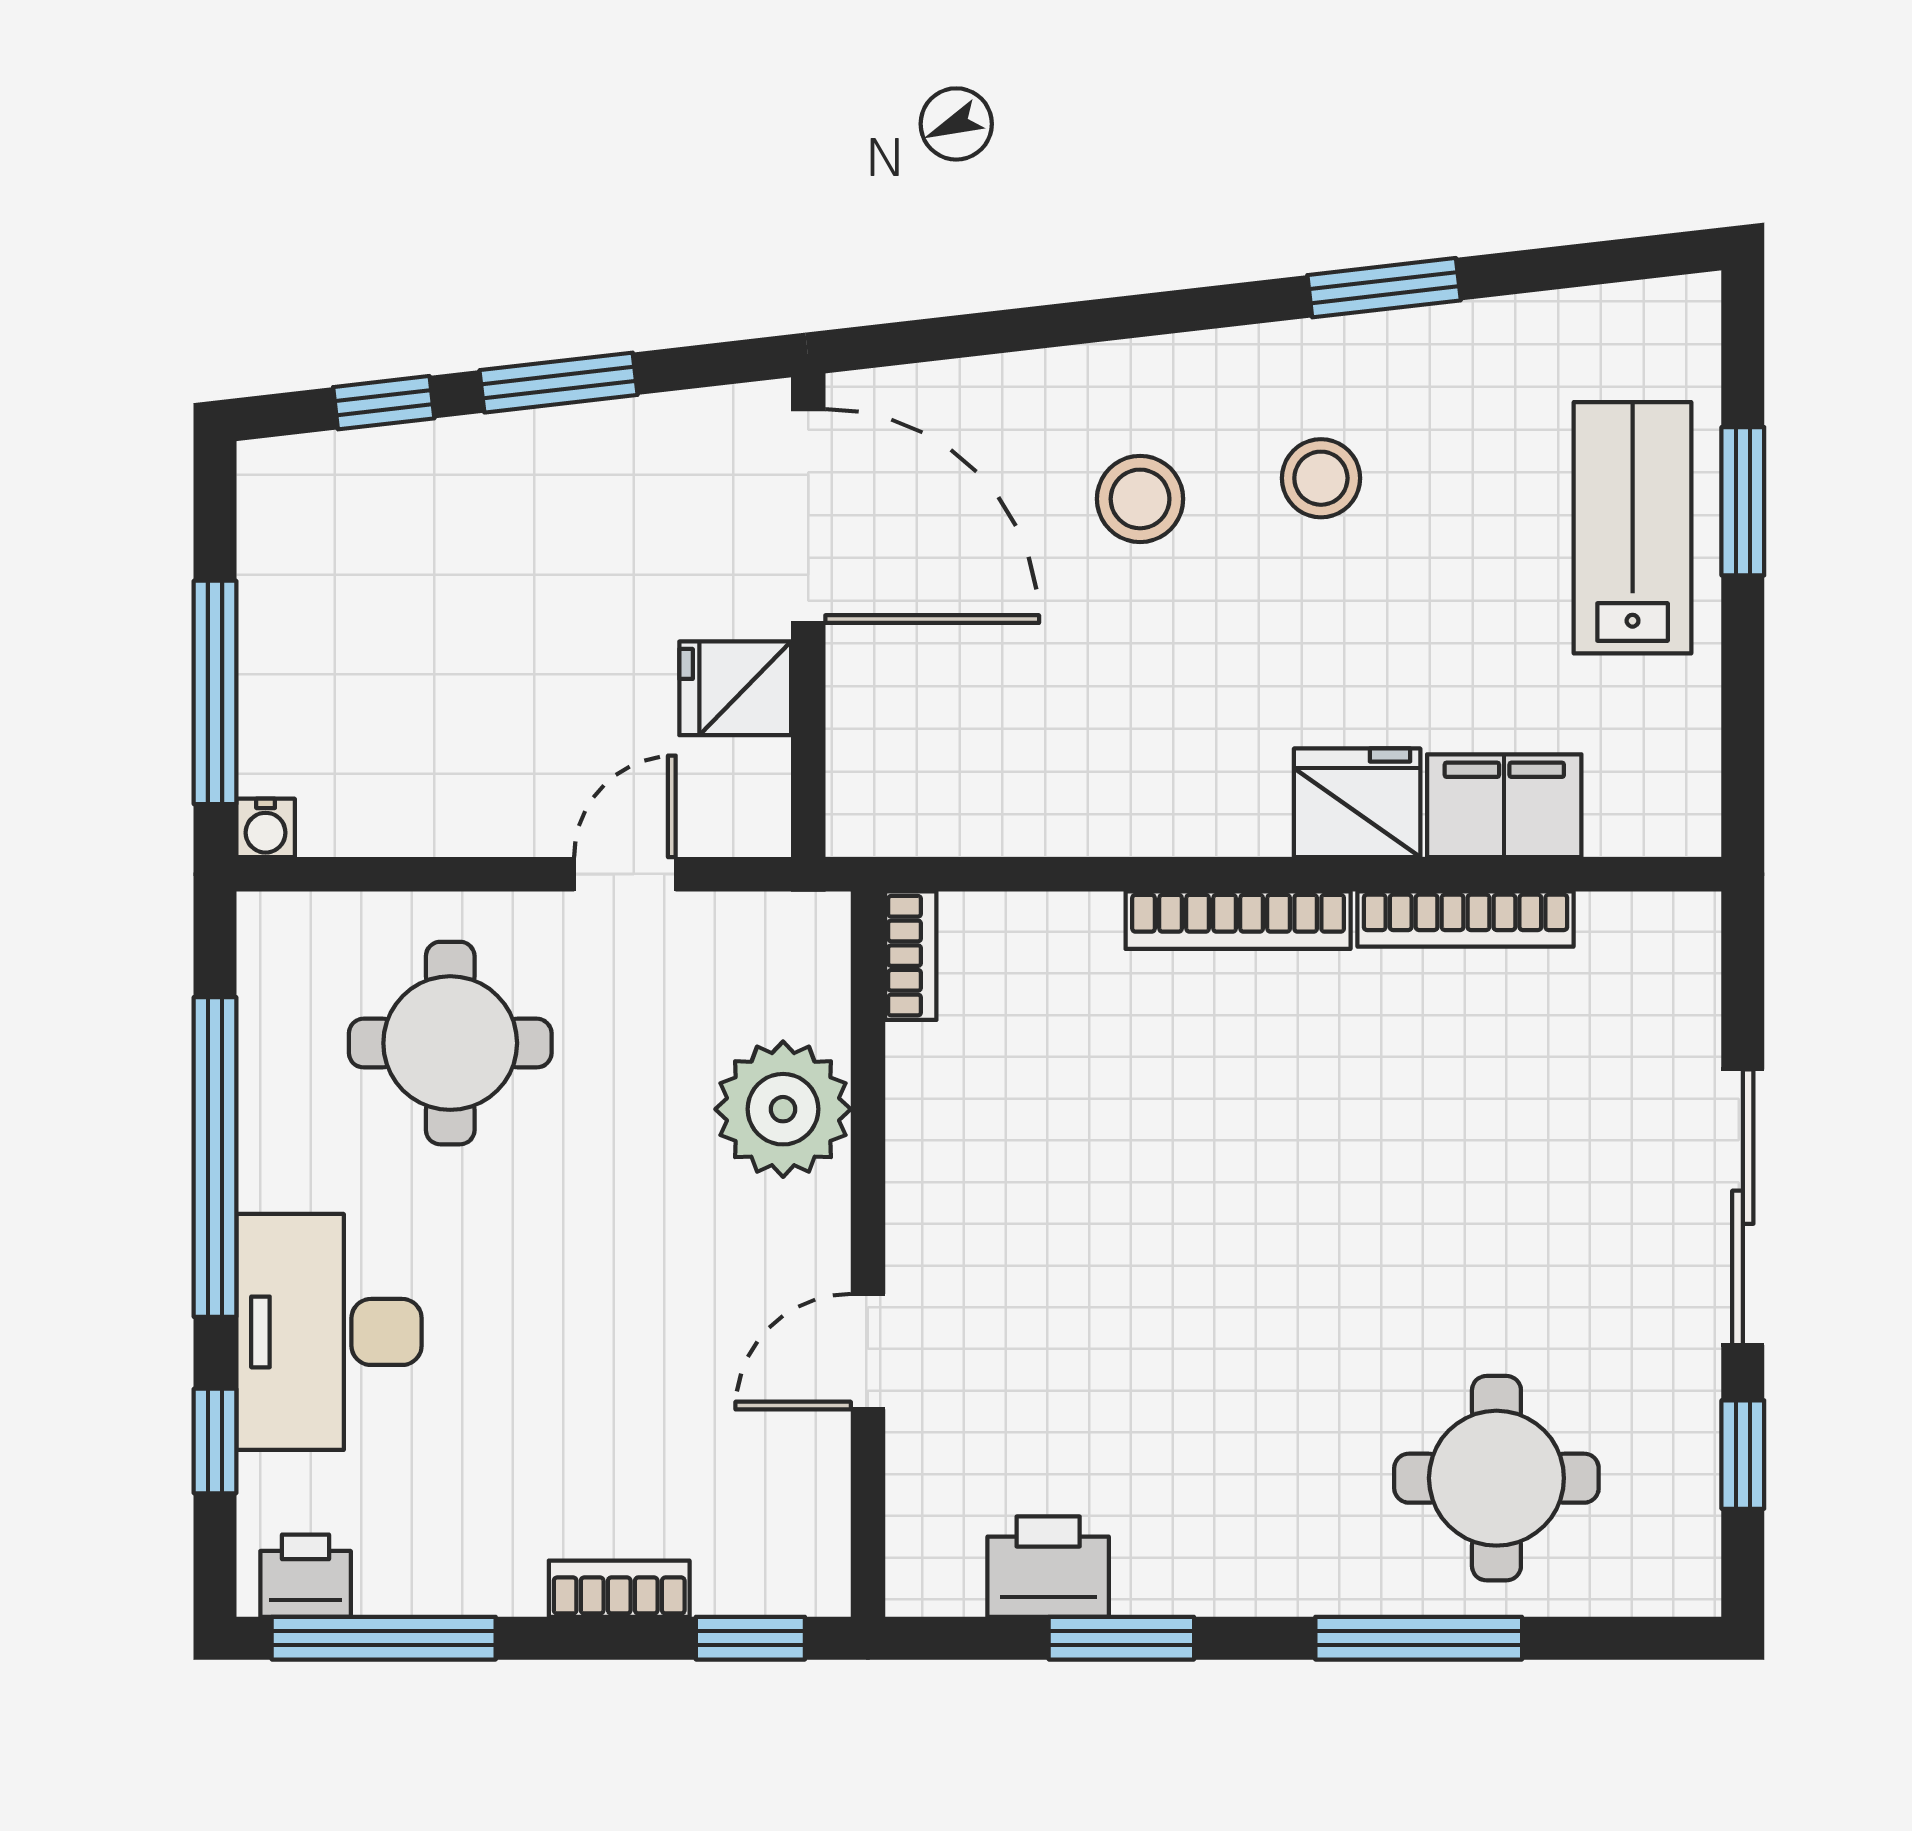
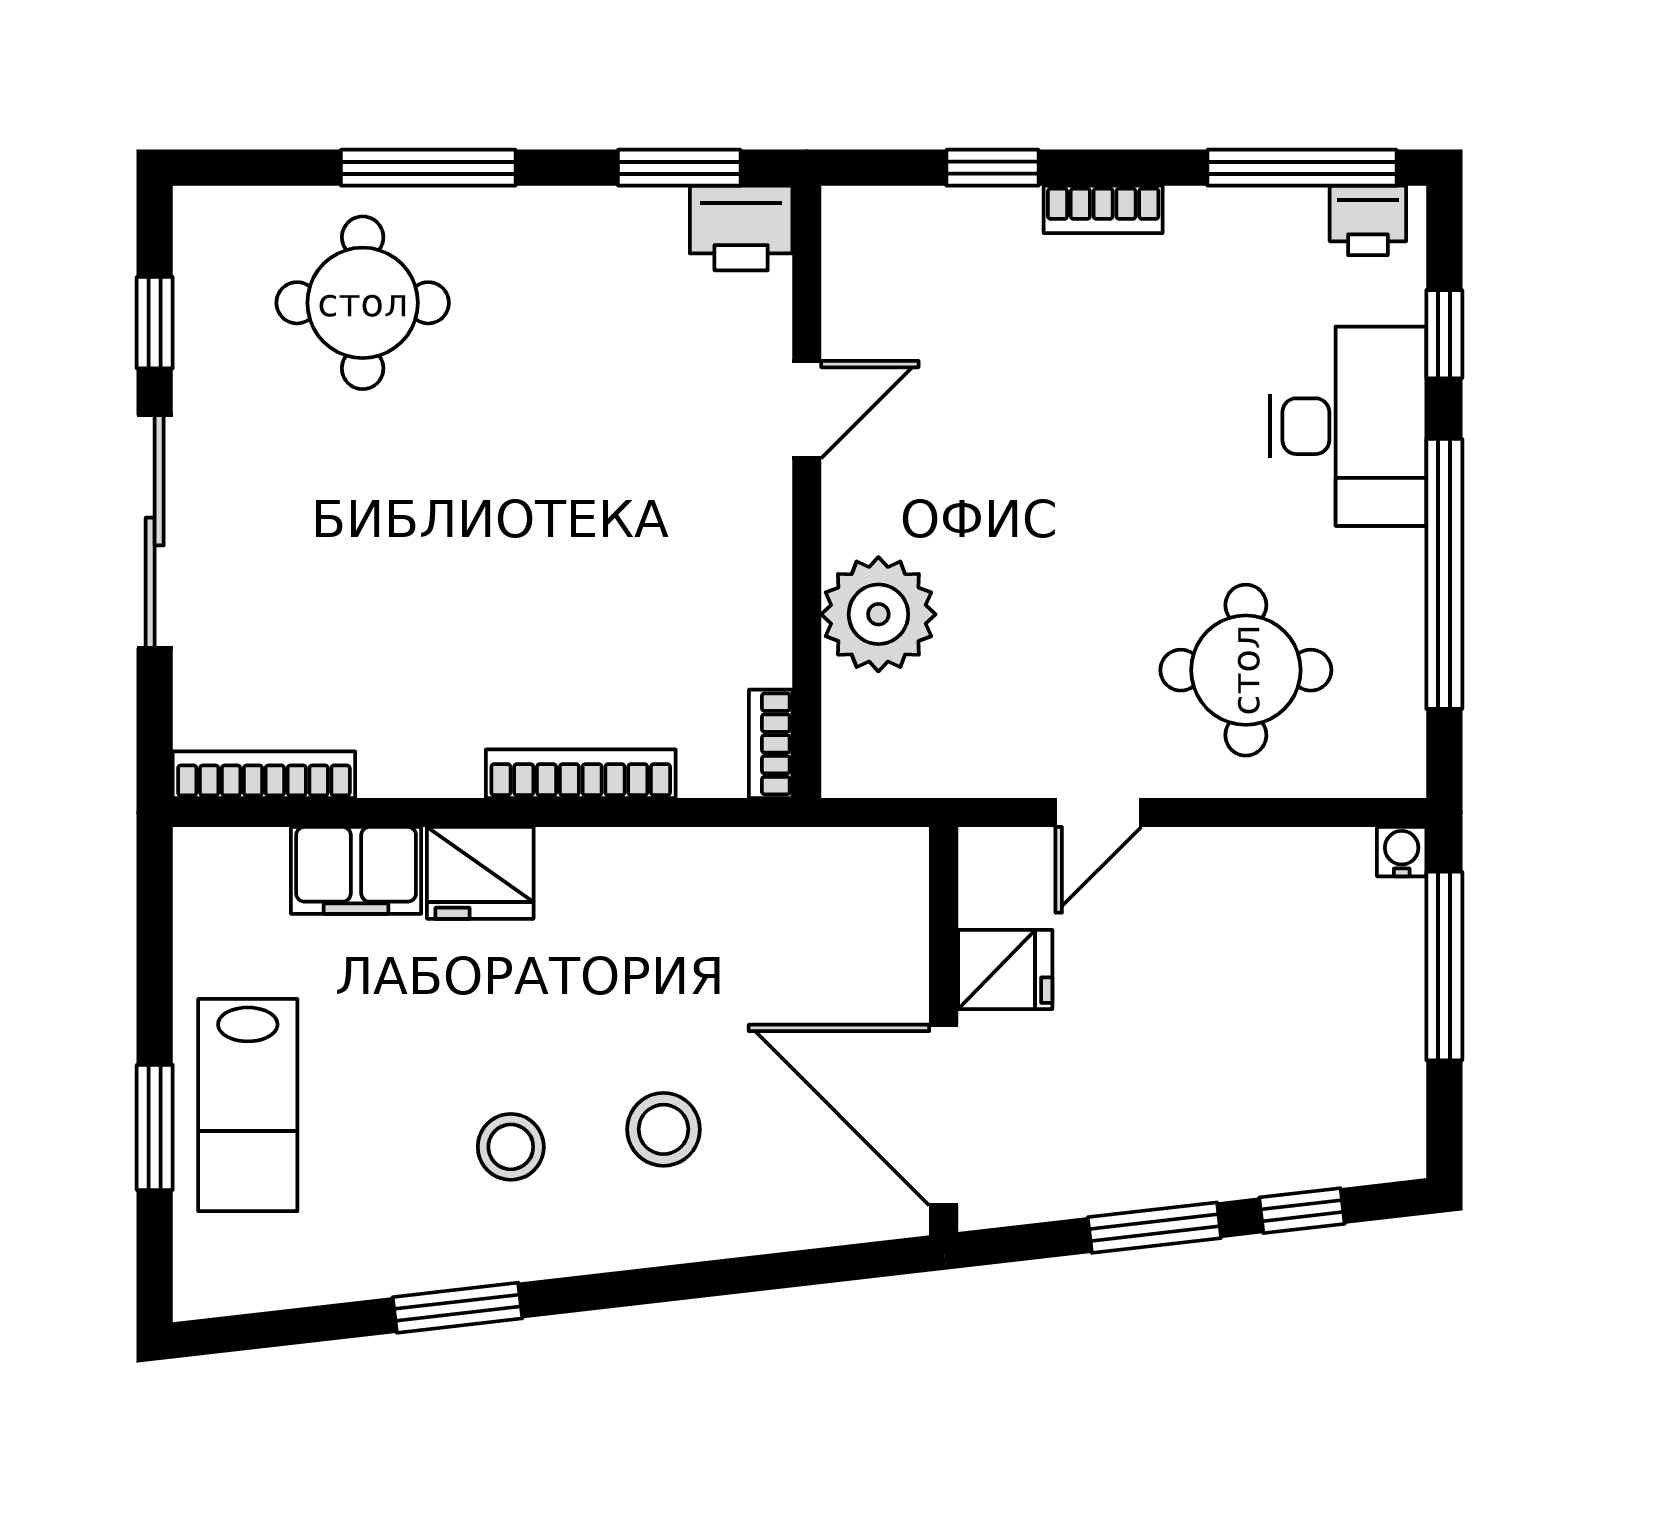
bookcase: (1466, 919) -> (264, 775), moved
bookcase: (911, 956) -> (771, 744), moved
plant: (783, 1109) -> (878, 614), moved
wall: (868, 1254) -> (807, 492), moved
door: (868, 1352) -> (807, 410), moved

